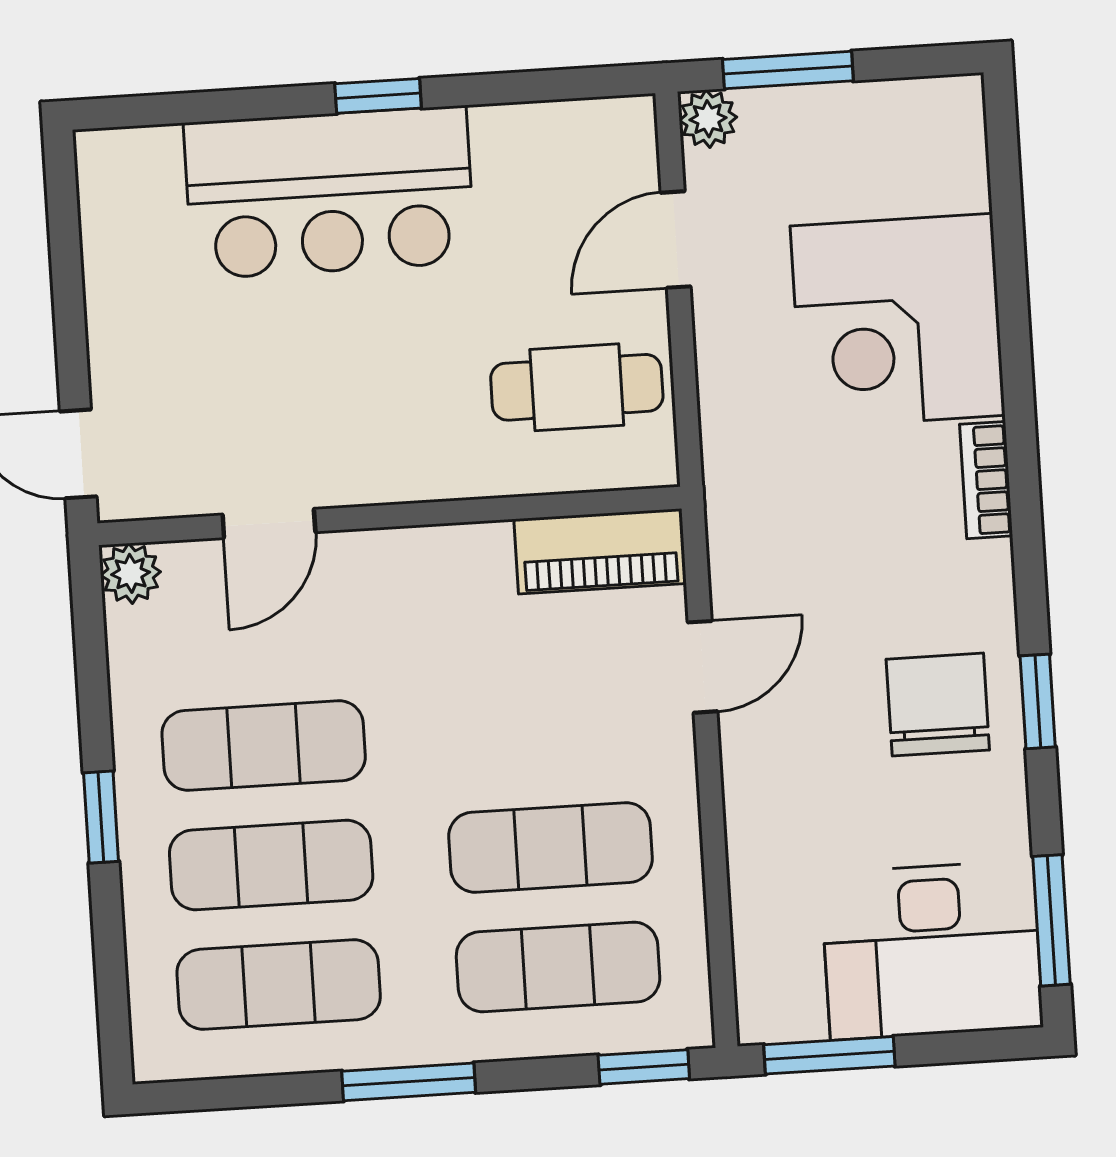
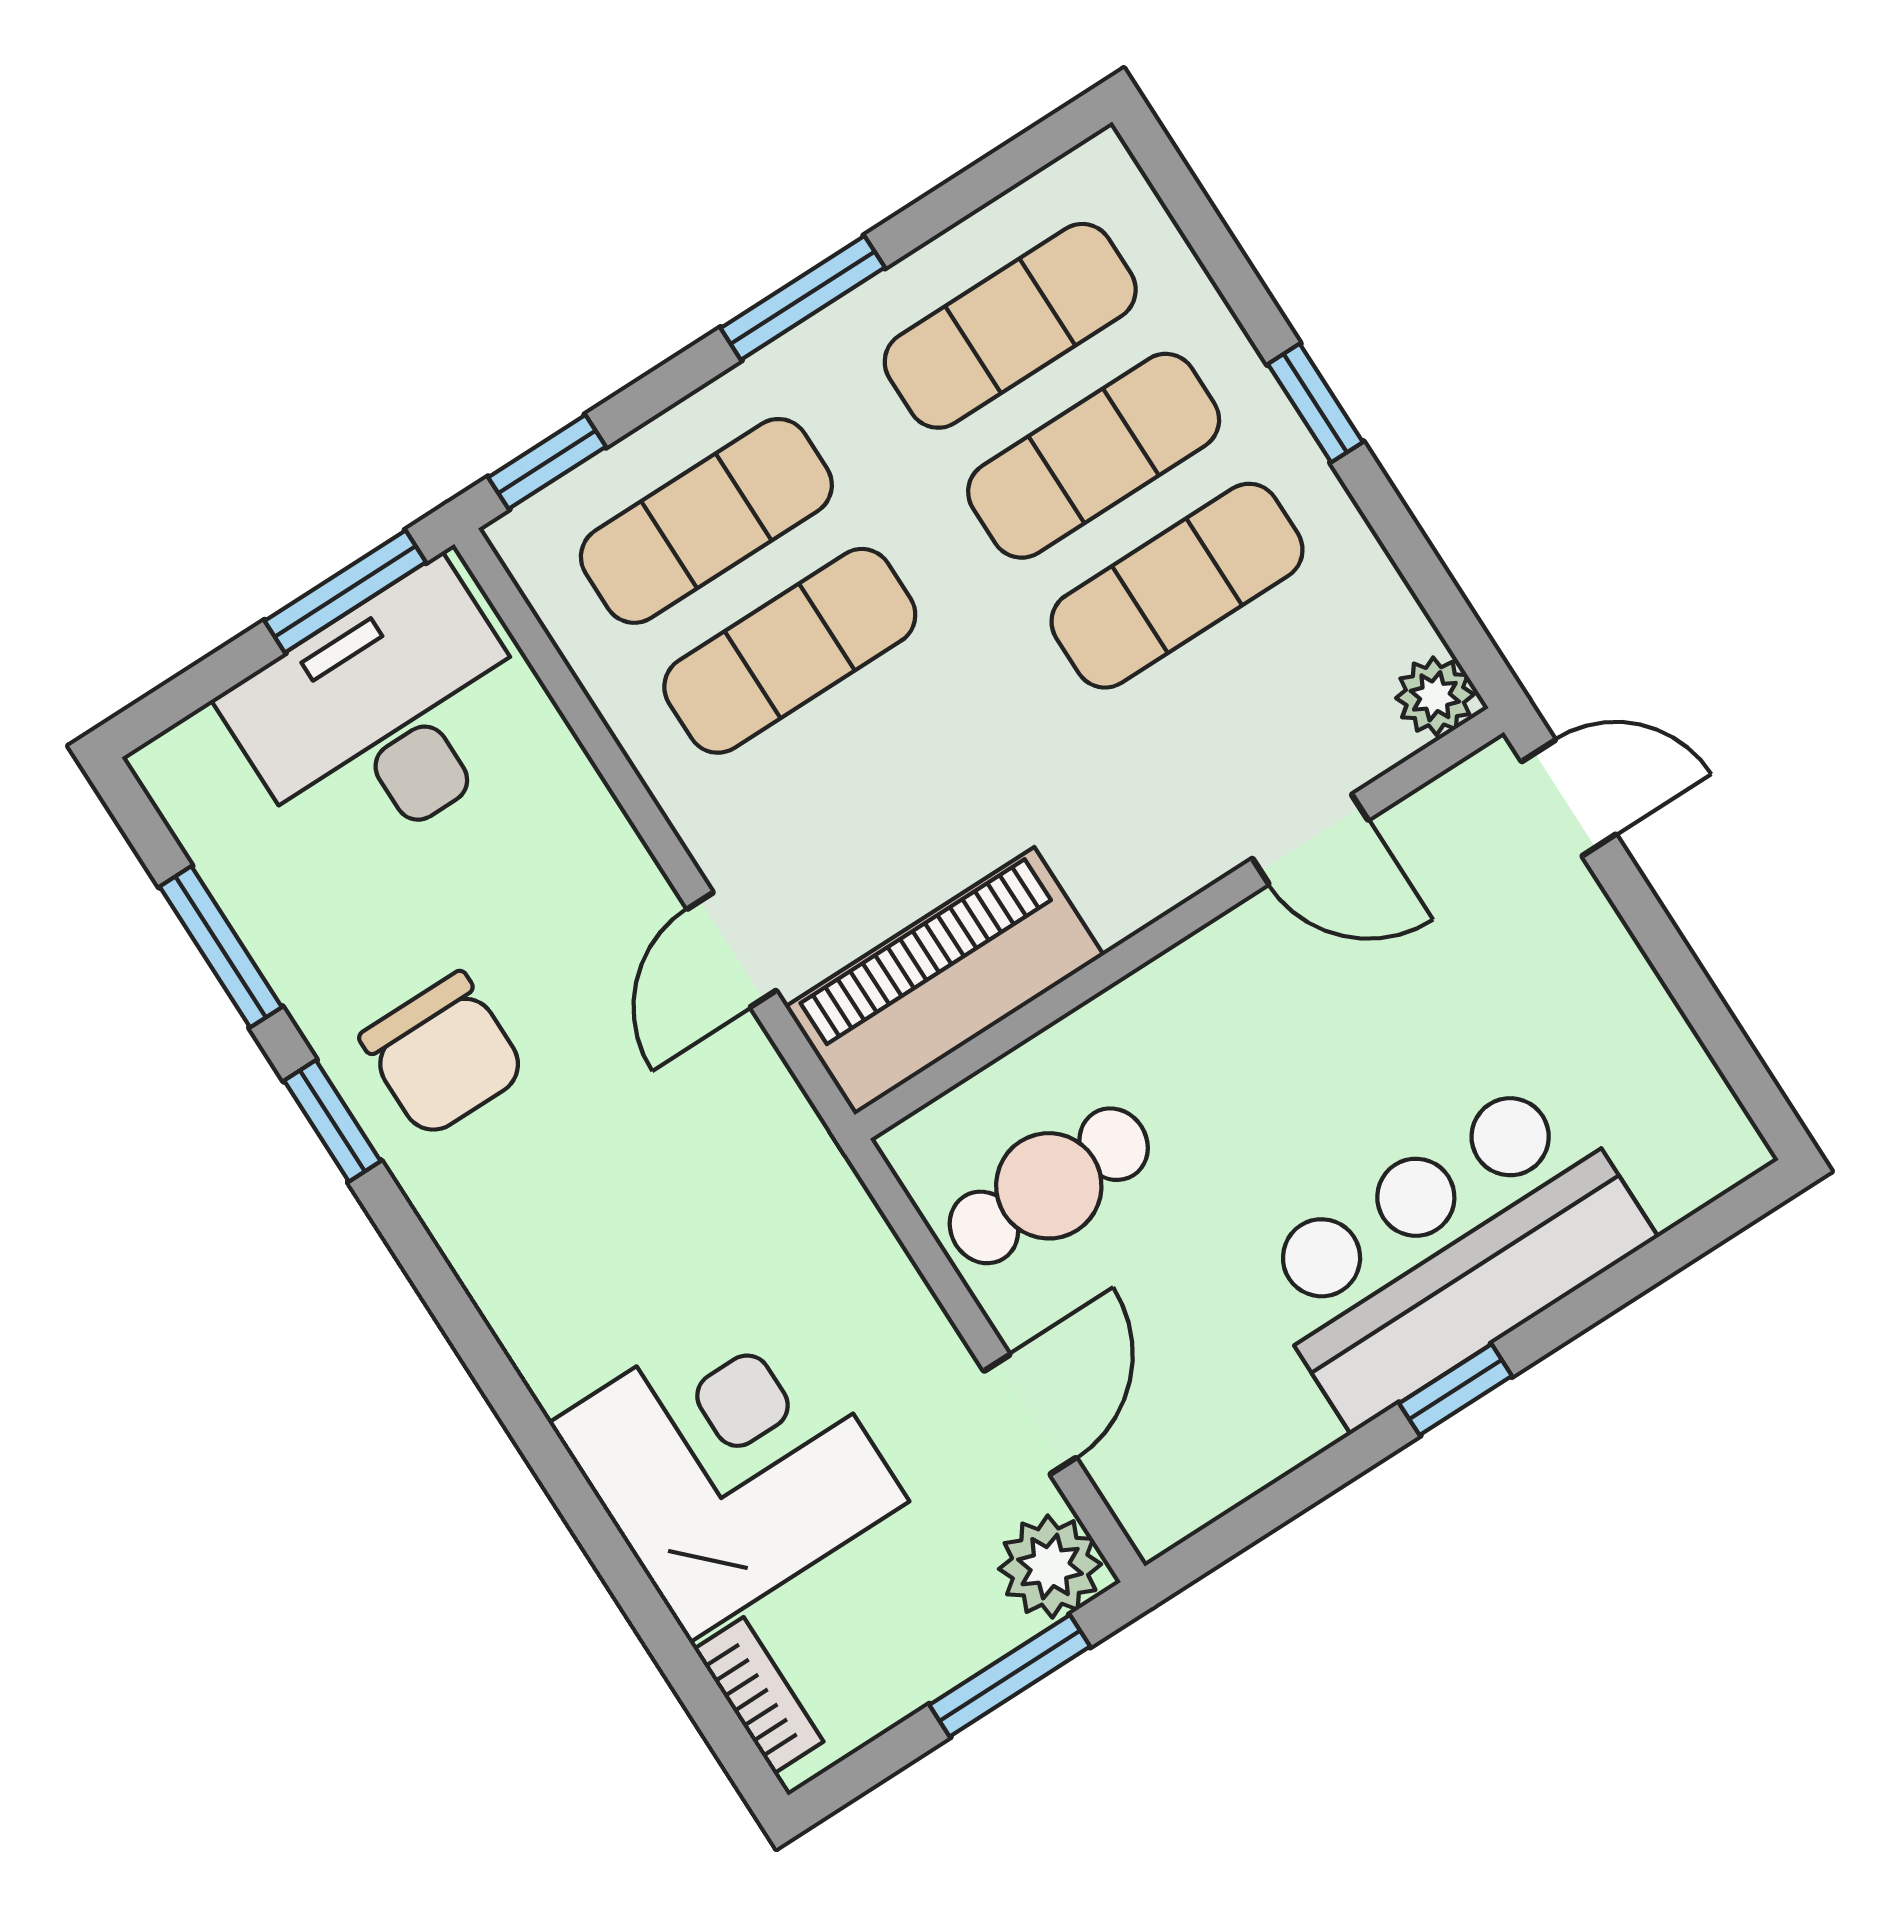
plant: (708, 119) -> (1050, 1567), width x1.38, depth x1.38
bookcase: (986, 480) -> (759, 1695), moved
door: (269, 523) -> (1310, 839), swing flipped
piano: (600, 551) -> (944, 981), width x1.37, depth x1.33
window: (1051, 920) -> (221, 947), moved
desk: (932, 950) -> (385, 717), moved

